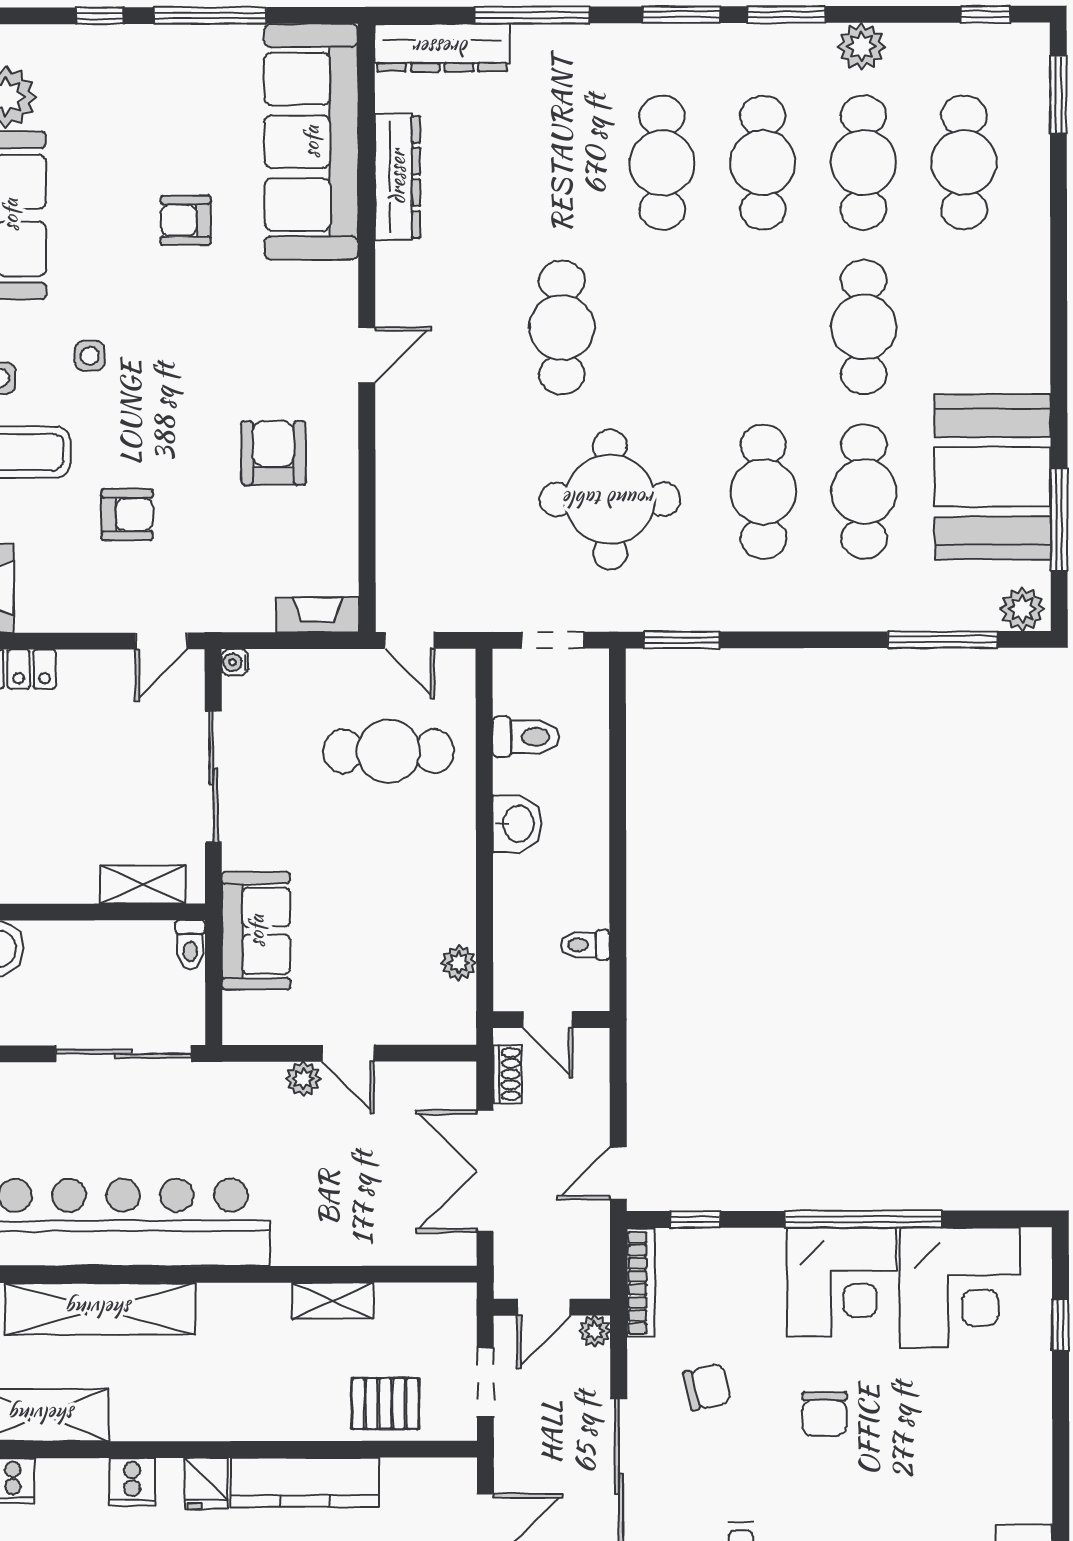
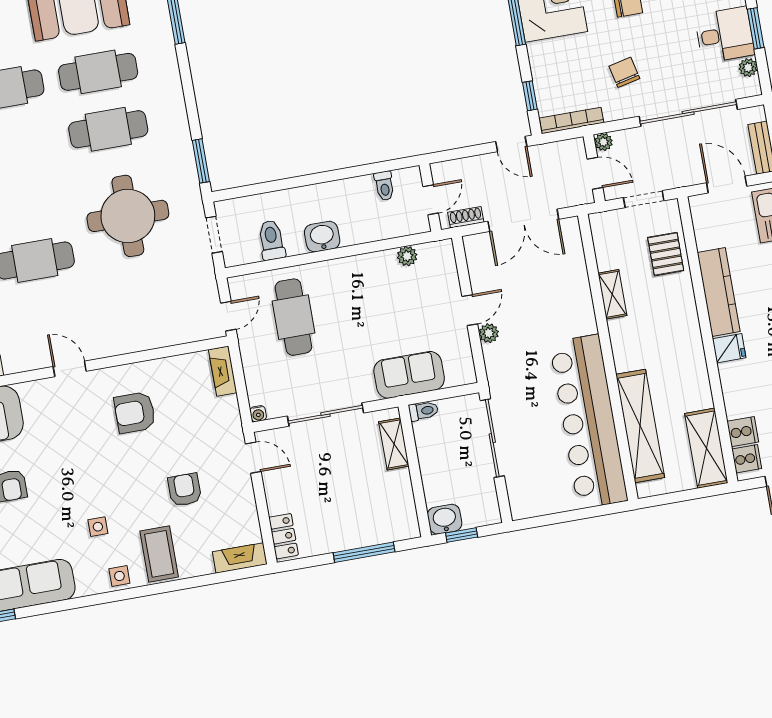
cooker: (132, 1482) -> (743, 432), moved

